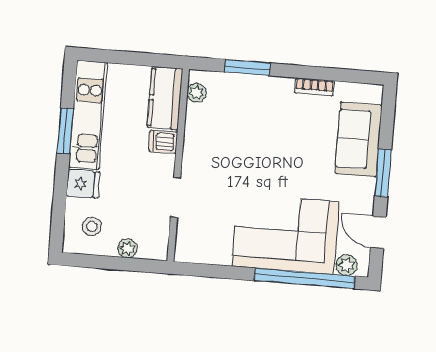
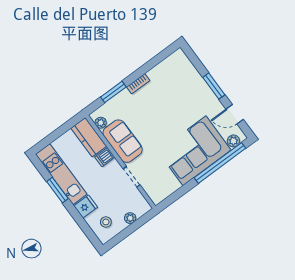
bookcase: (314, 87) -> (138, 84), moved
sofa: (359, 139) -> (123, 141), moved, turned 180

